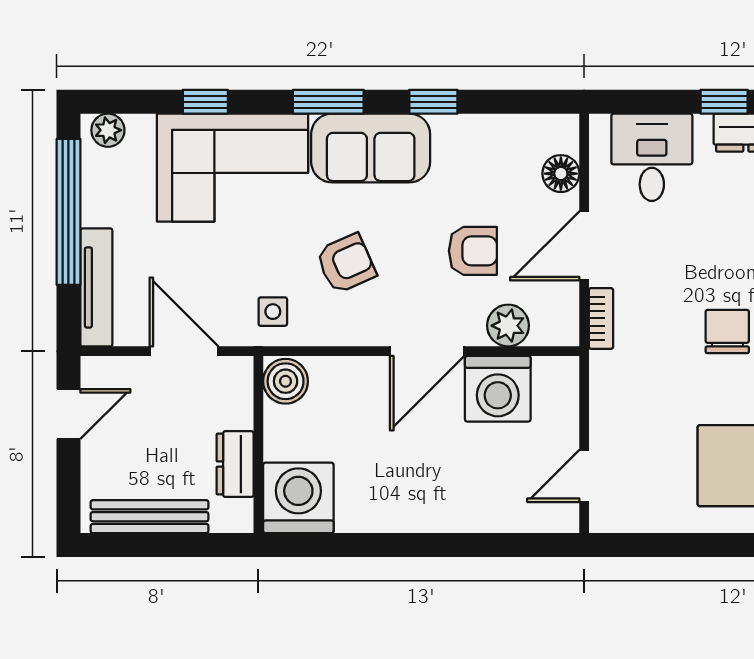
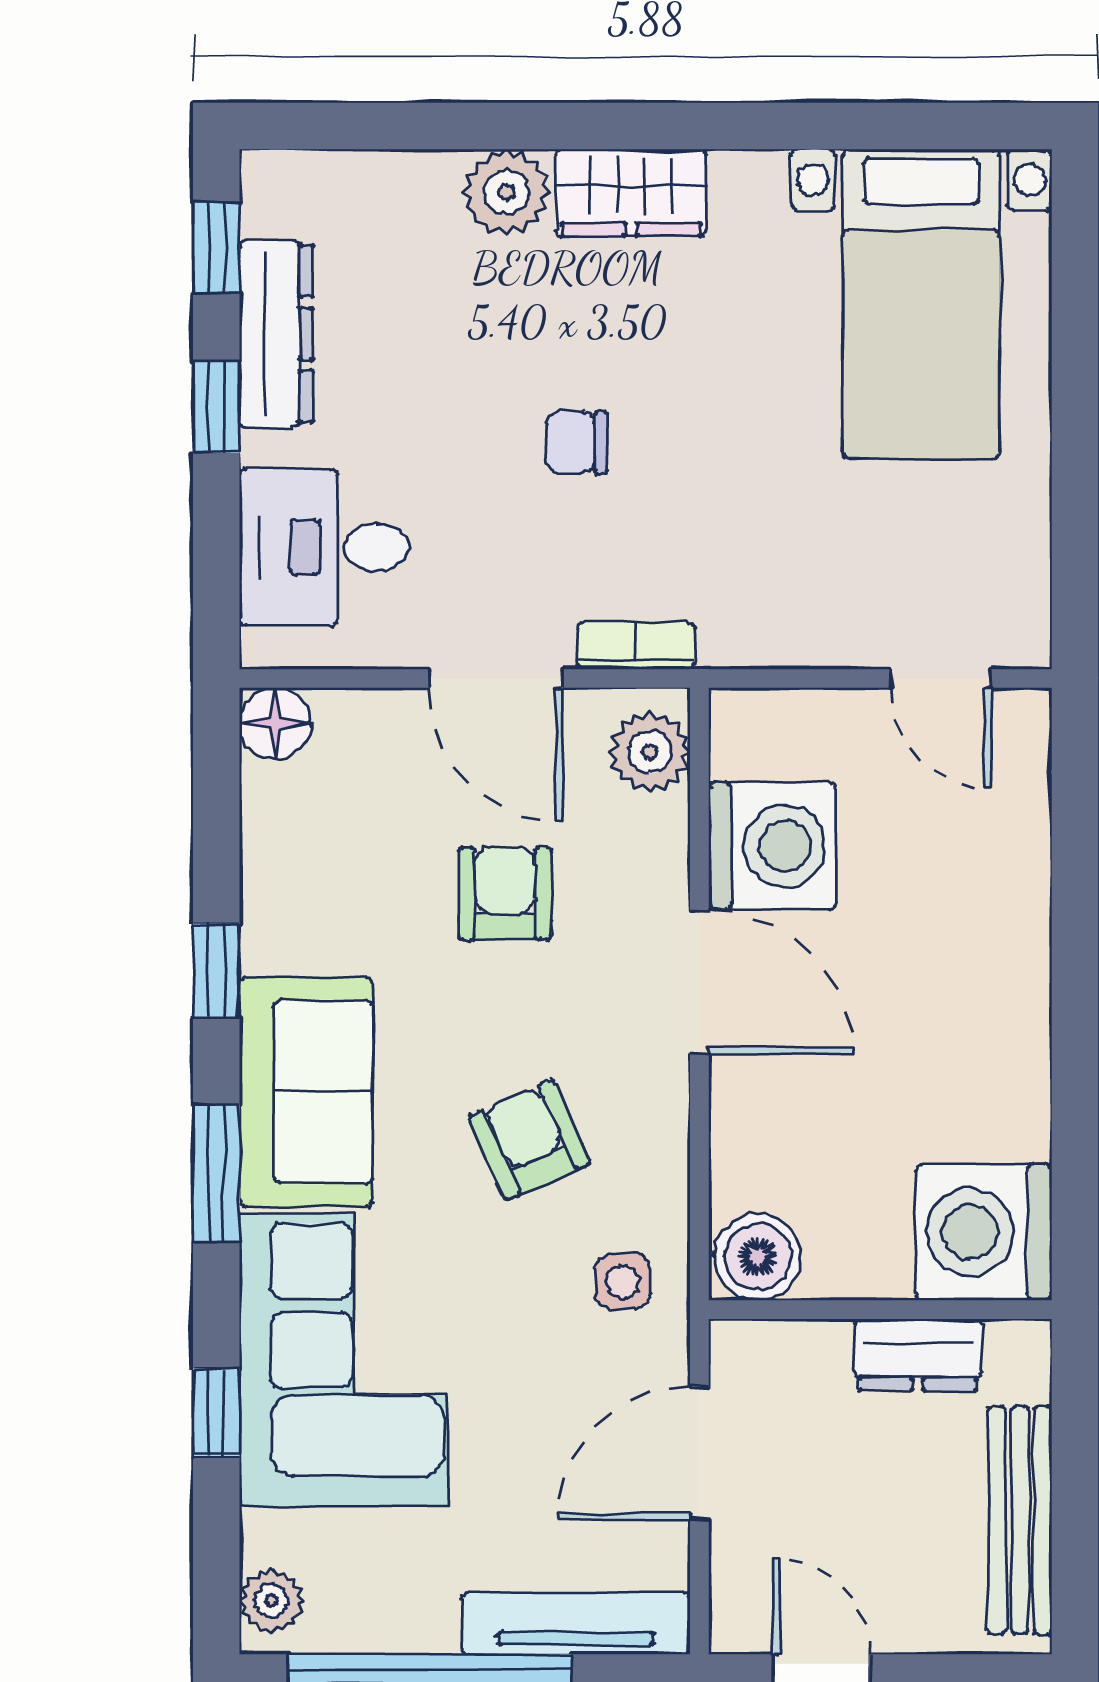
floor lamp: (561, 174) -> (275, 724), moved
plant: (508, 326) -> (650, 752), moved
chair: (727, 332) -> (576, 442), moved, width x0.73, depth x0.73

